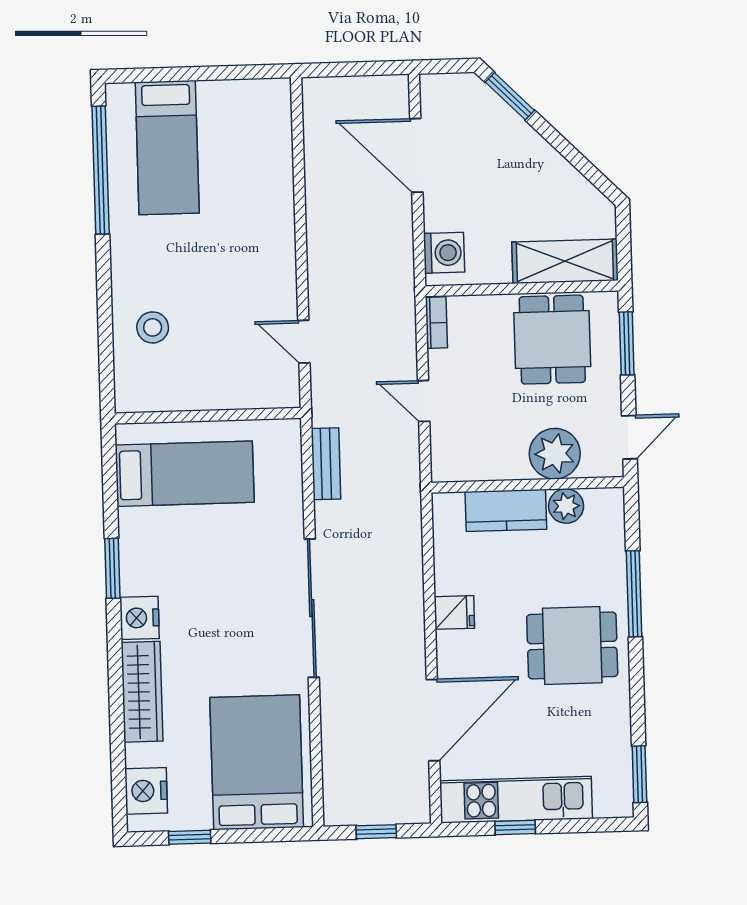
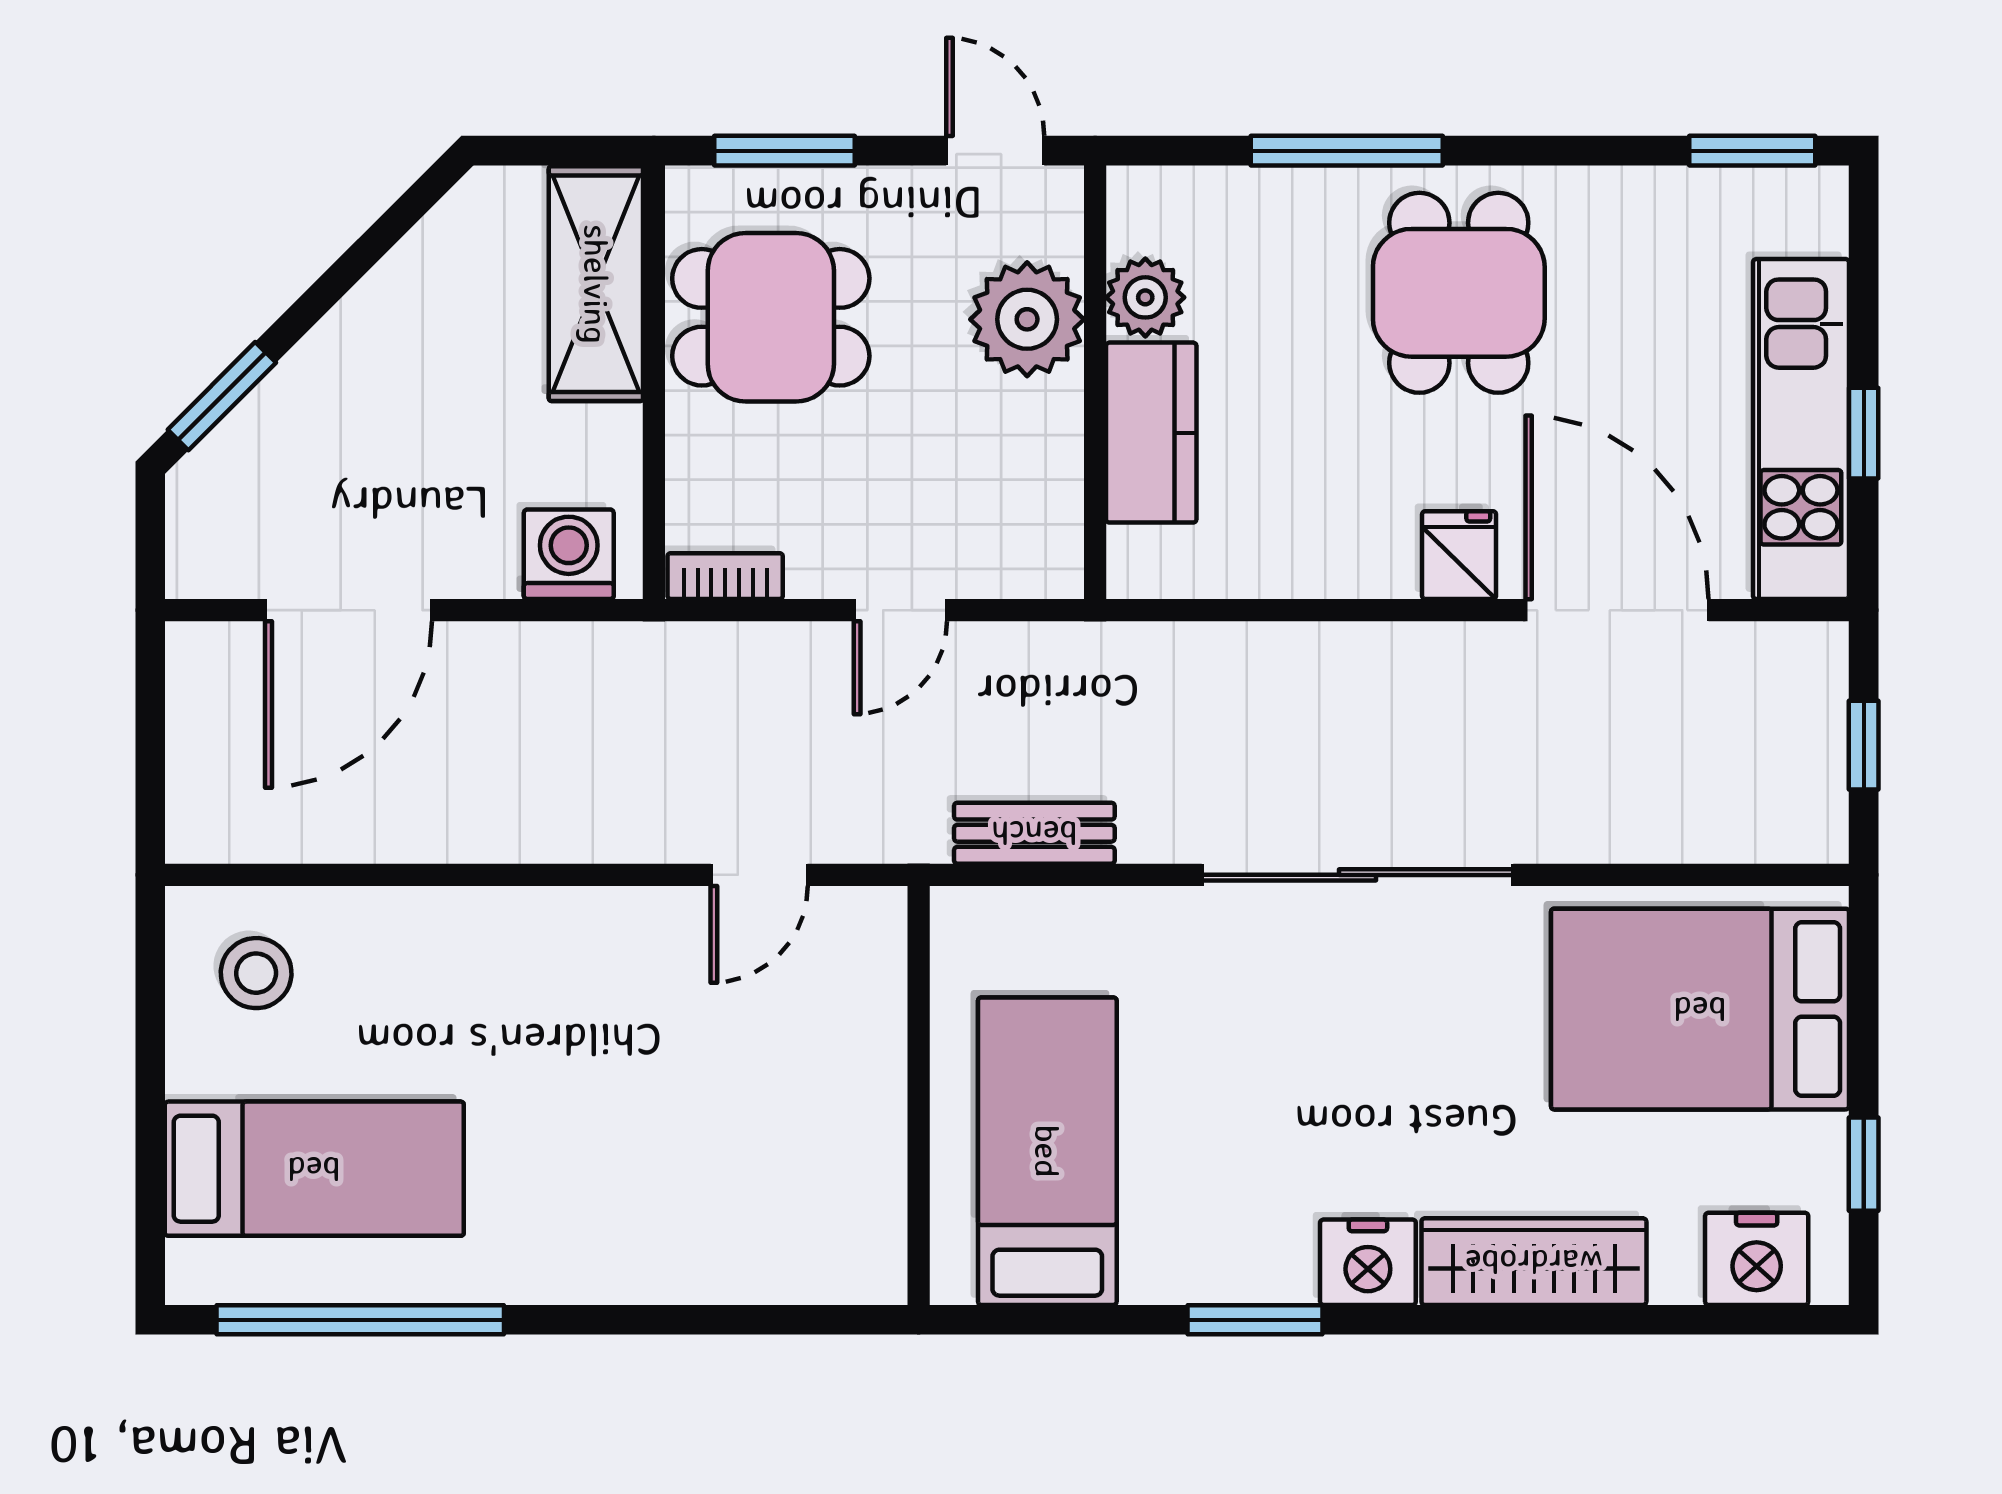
stool: (153, 327) -> (256, 973), moved
fridge: (454, 612) -> (1459, 555), moved

